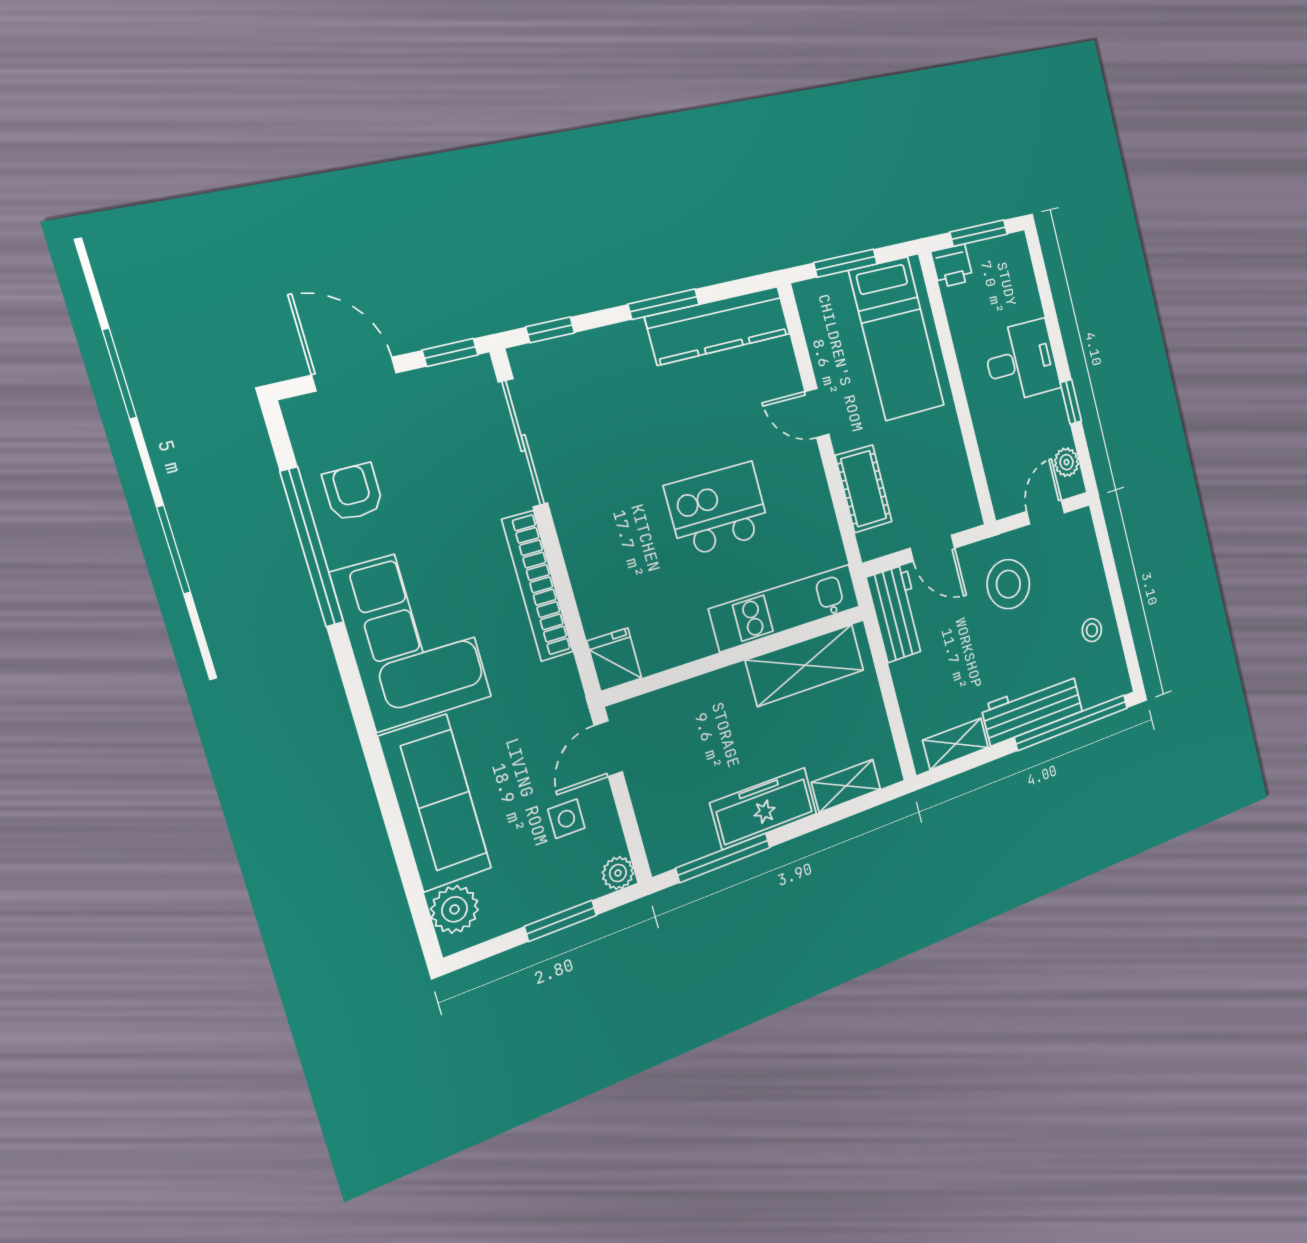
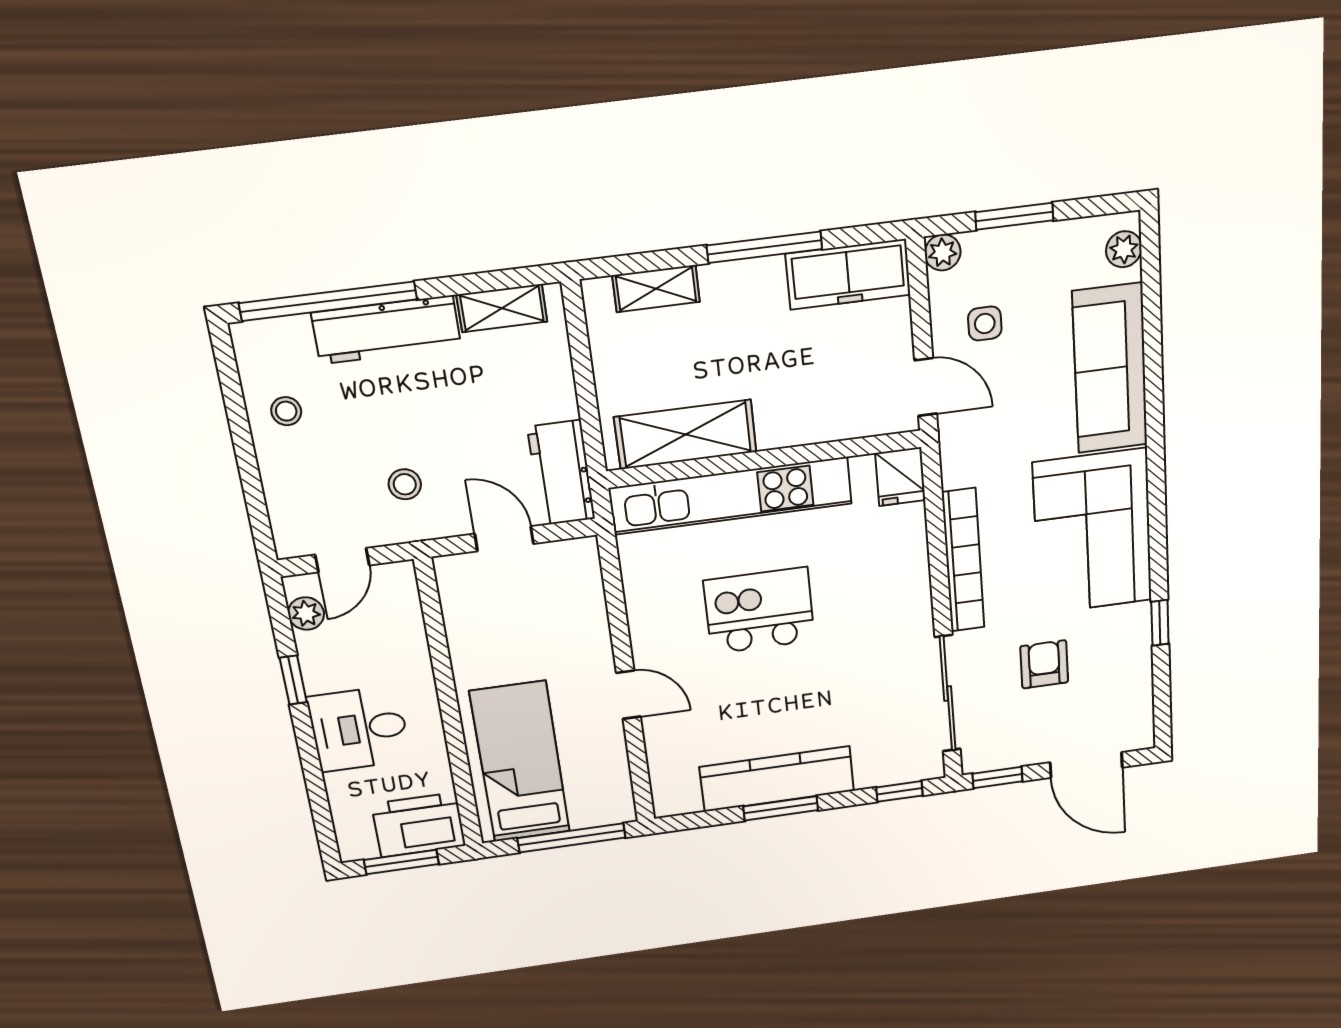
window: (846, 263) -> (572, 838), width x1.44
printer: (952, 266) -> (419, 825), width x1.87, depth x1.48
kitchen counter: (718, 325) -> (777, 779), moved
cot: (864, 489) -> (584, 613), removed
armchair: (353, 492) -> (1044, 664), moved, turned 180
kitchen island: (718, 509) -> (759, 611), turned 180
window: (312, 547) -> (1160, 623), width x0.32
stool: (1008, 584) -> (405, 484), width x0.53, depth x0.53
kitchen unit: (785, 608) -> (731, 496), width x1.36
door: (608, 749) -> (926, 387), hinge flipped
freezer: (764, 808) -> (848, 274), moved
window: (723, 858) -> (764, 247), moved
plant: (455, 909) -> (1124, 249), width x0.73, depth x0.73

